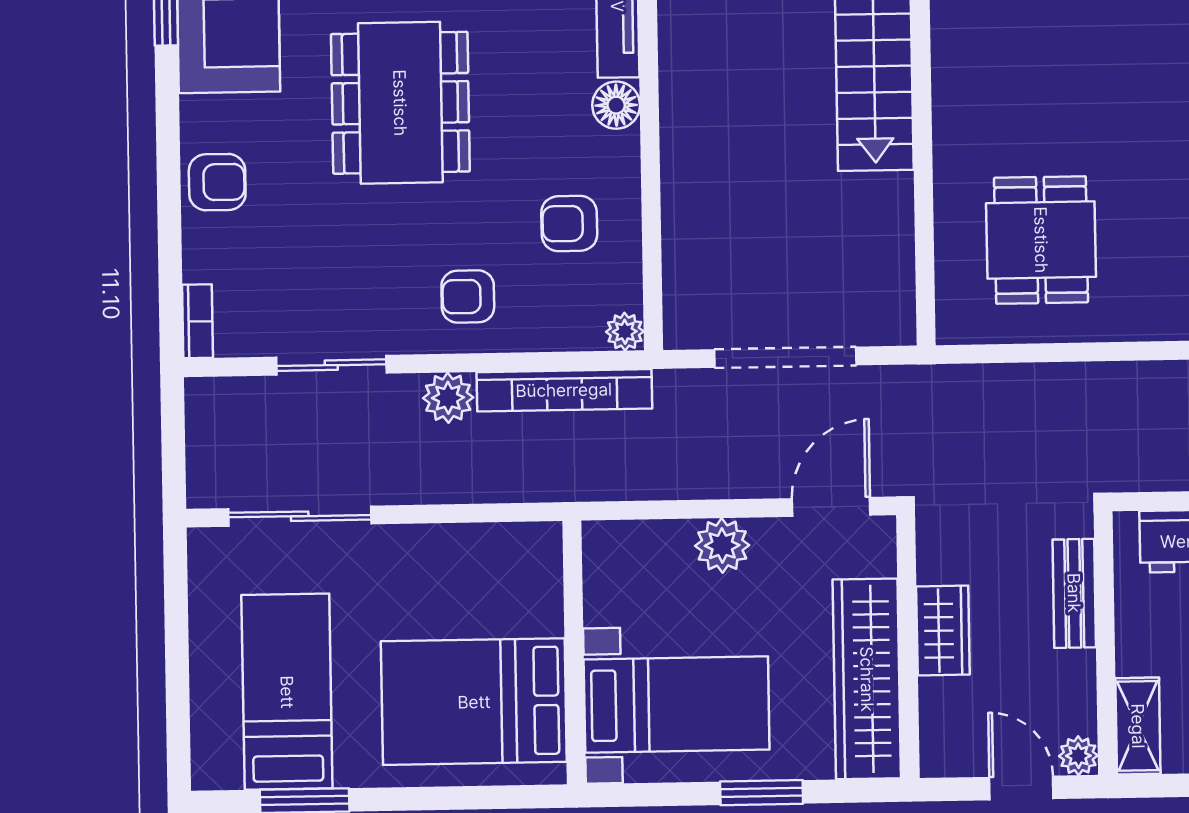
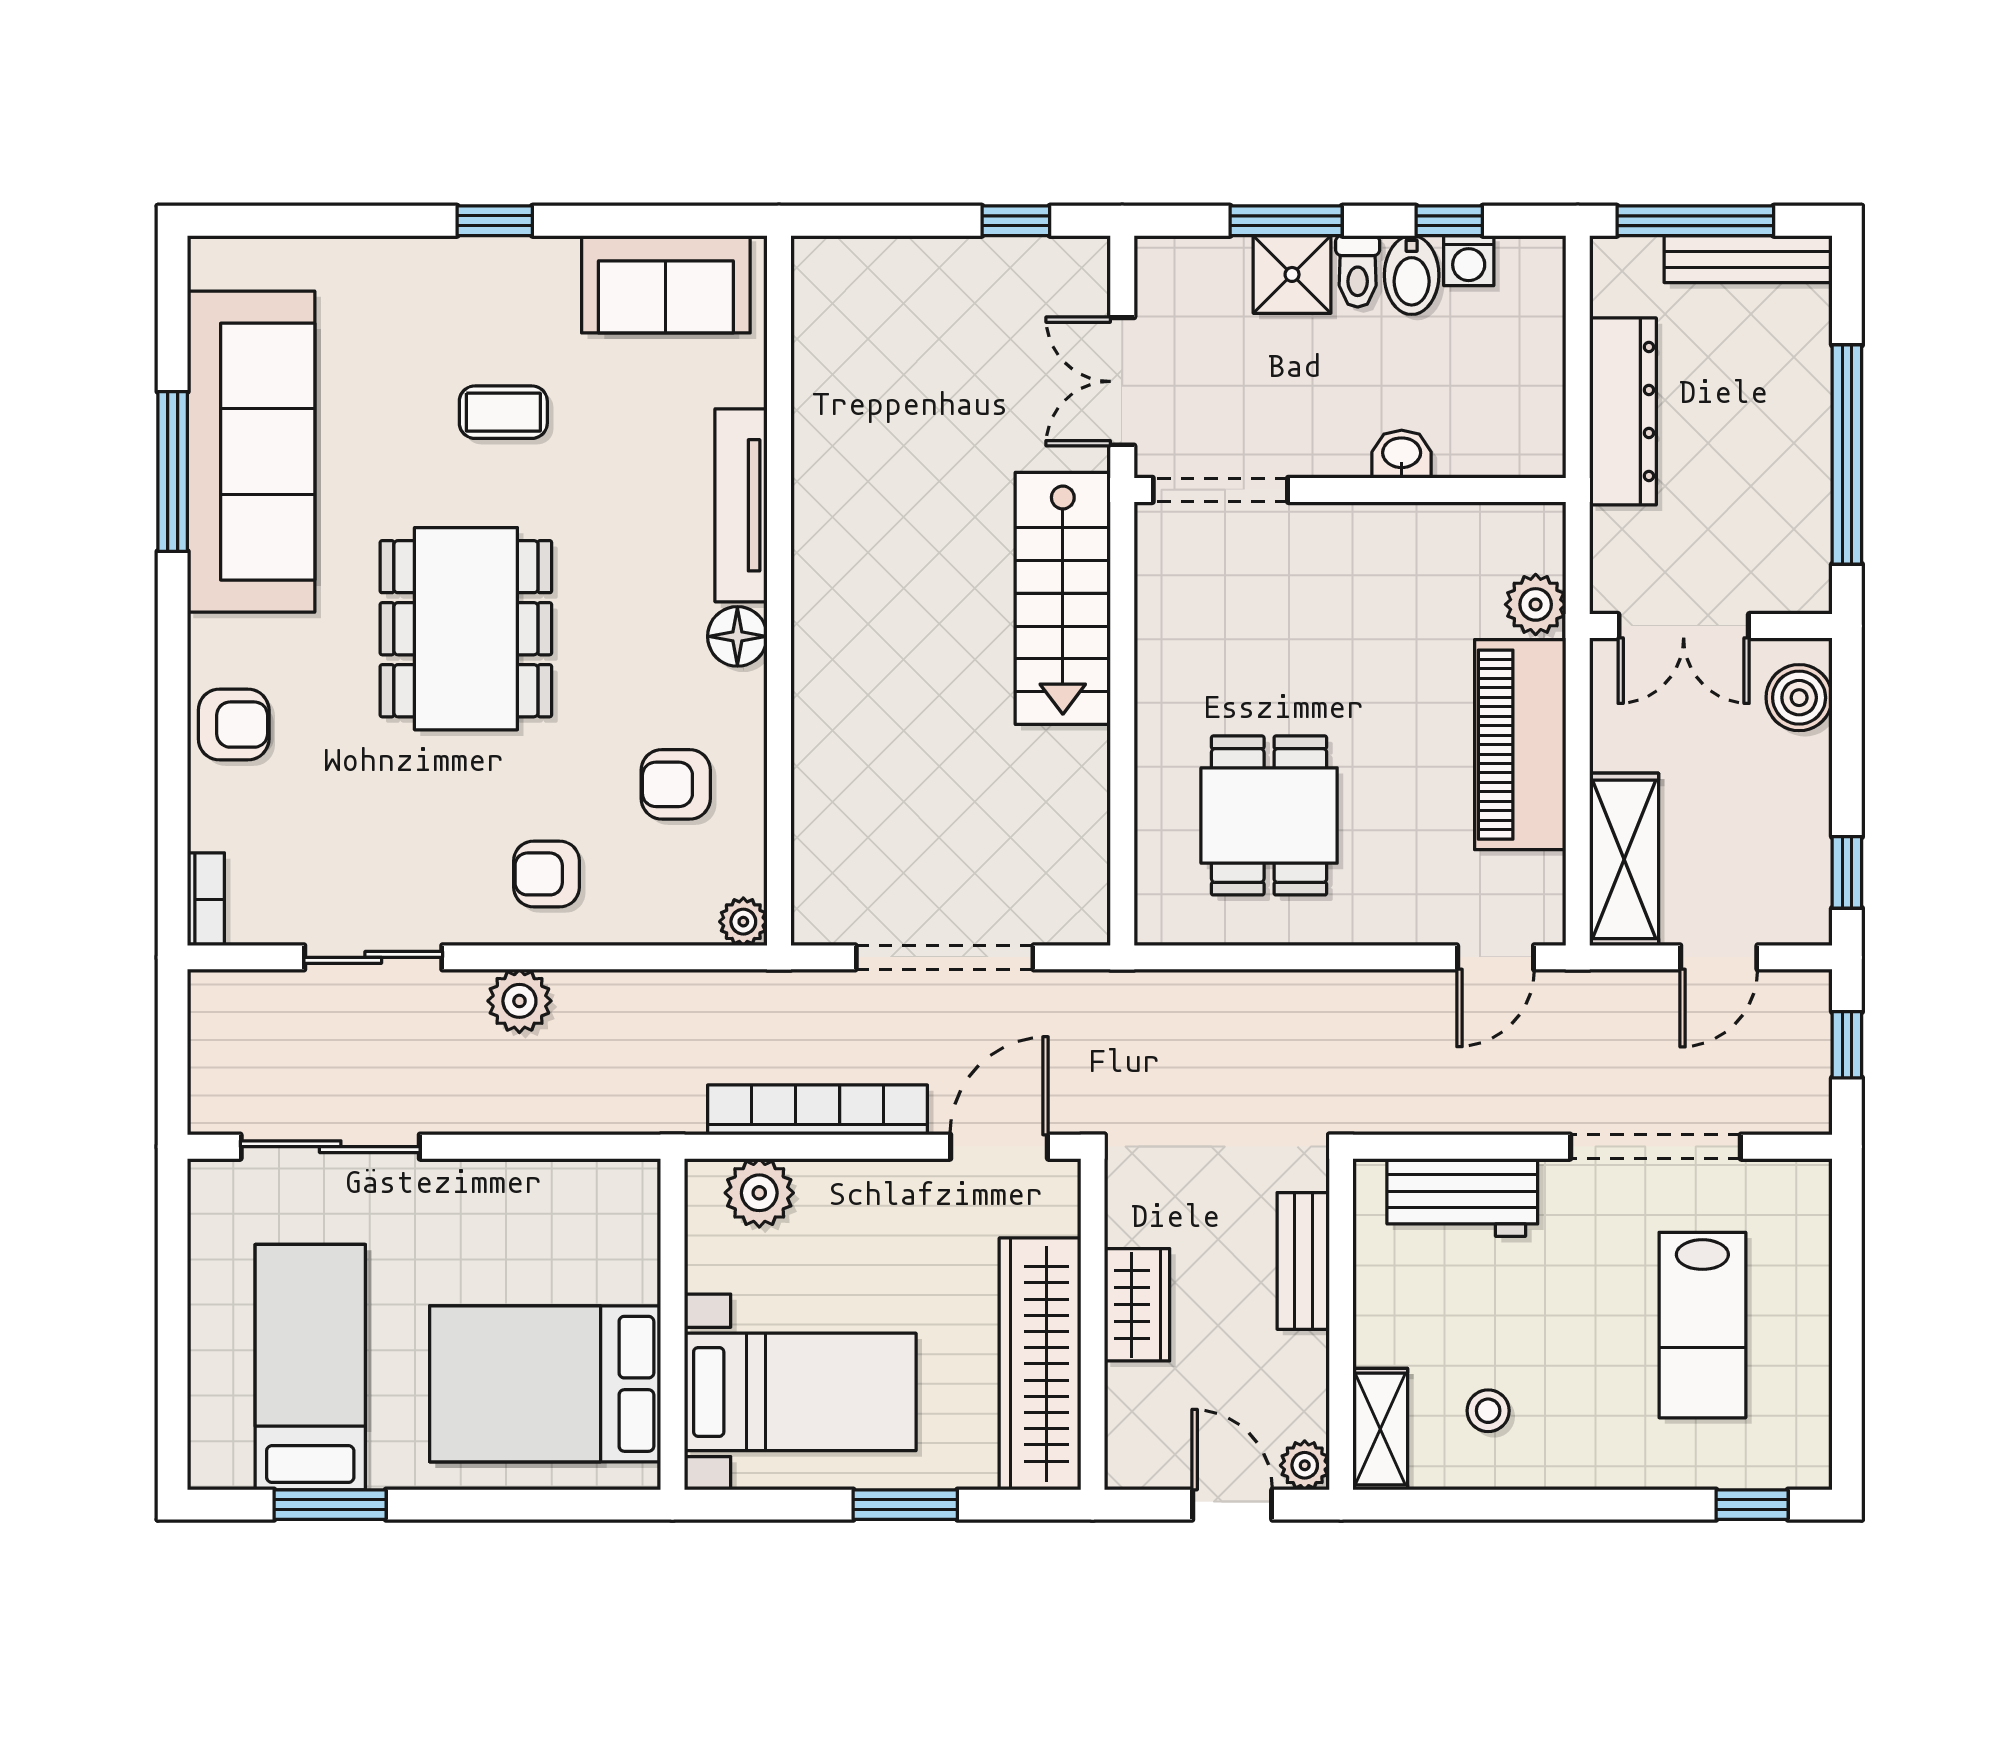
bookcase: (564, 390) -> (818, 1110), moved, turned 180
plant: (722, 545) -> (759, 1193), moved

